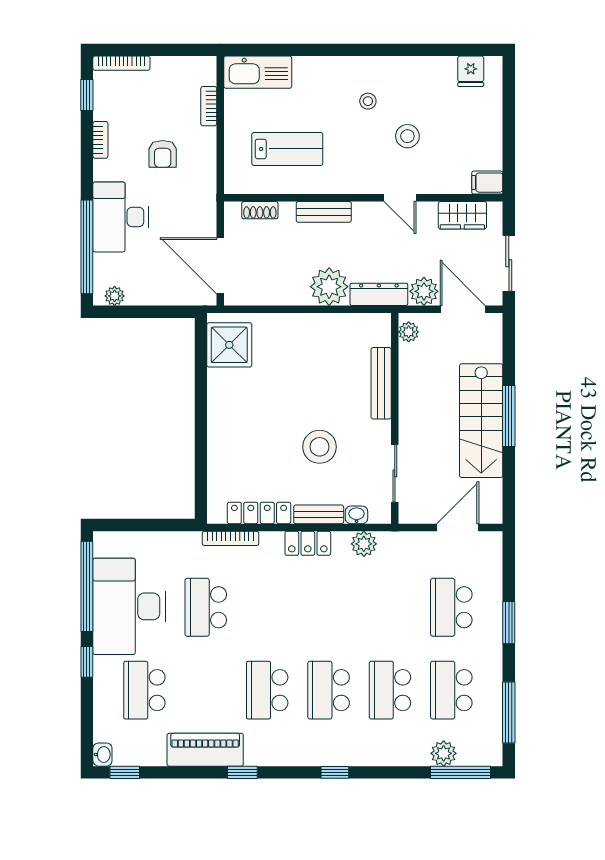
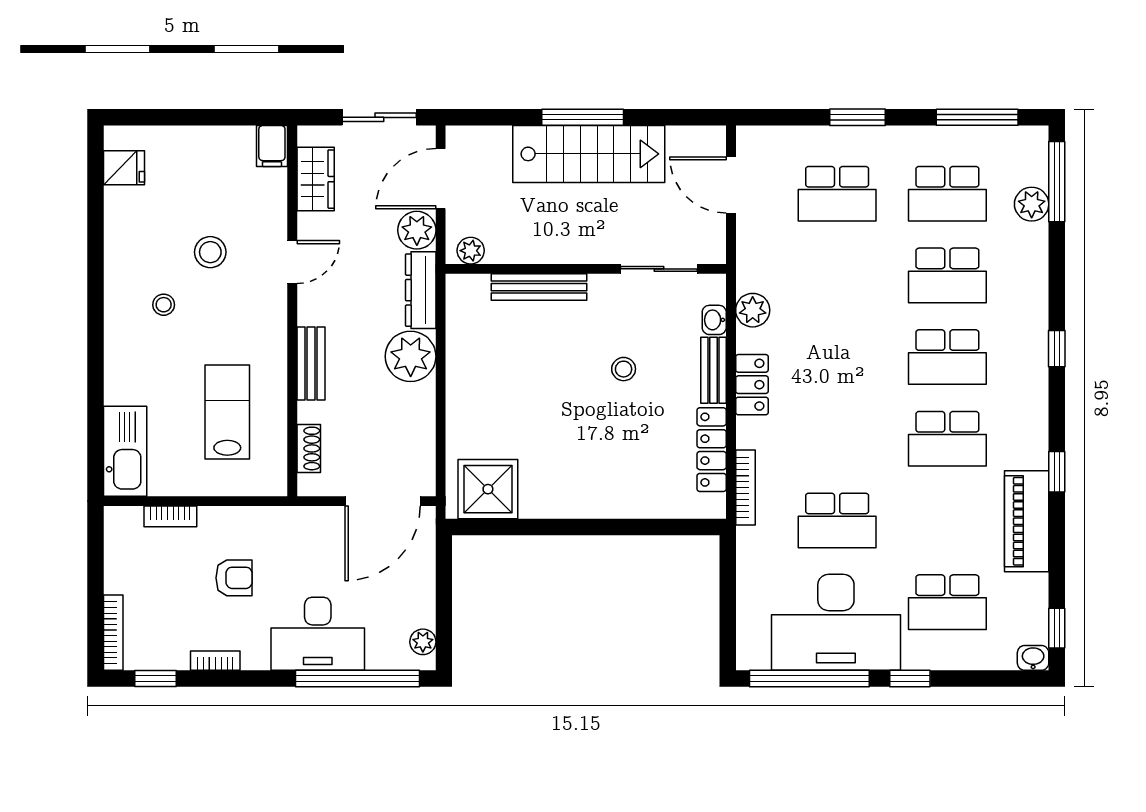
stool: (320, 447) -> (624, 369), width x0.53, depth x0.53

